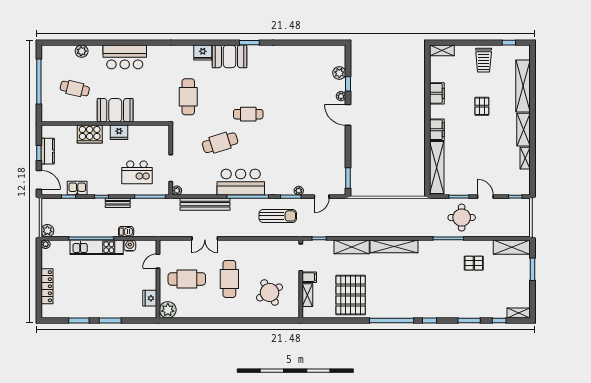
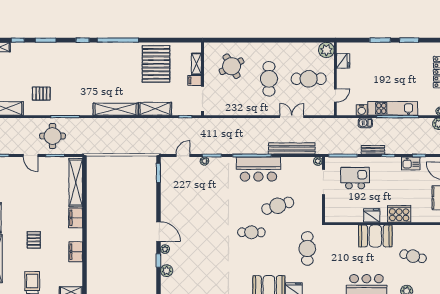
sun lounger: (278, 216) -> (224, 137), removed

